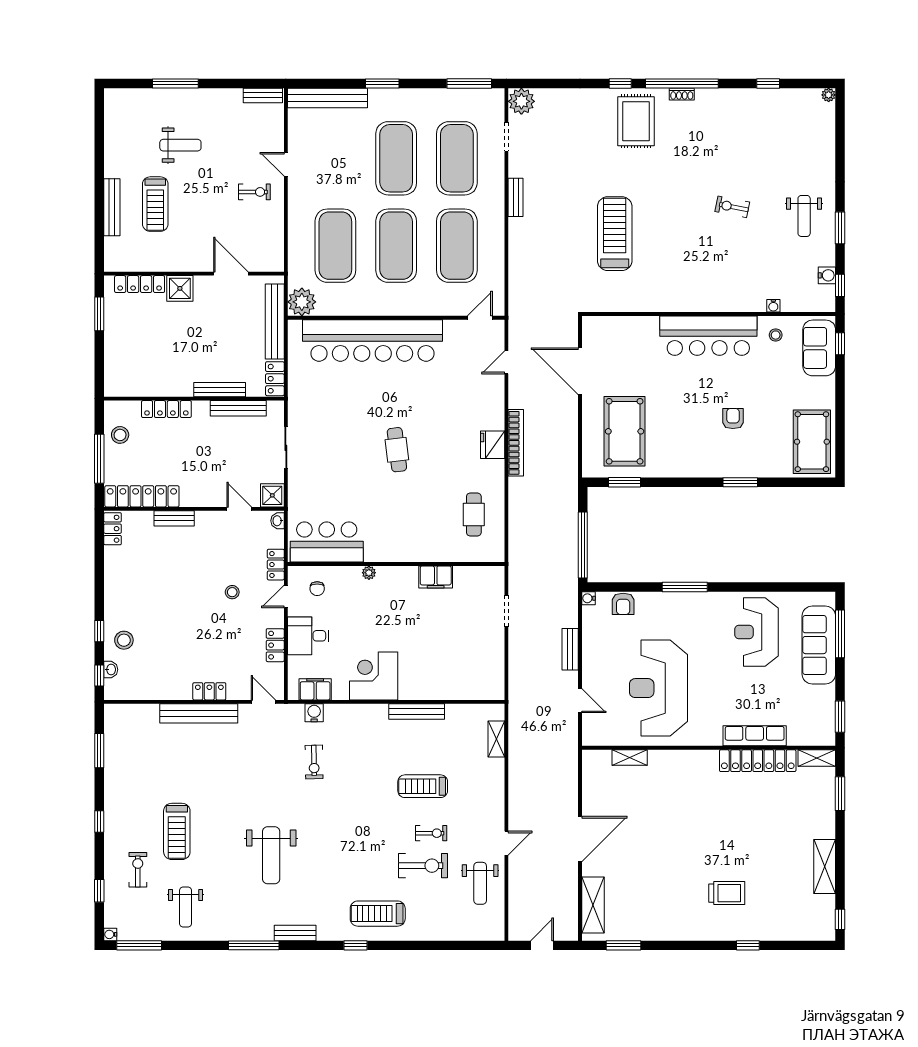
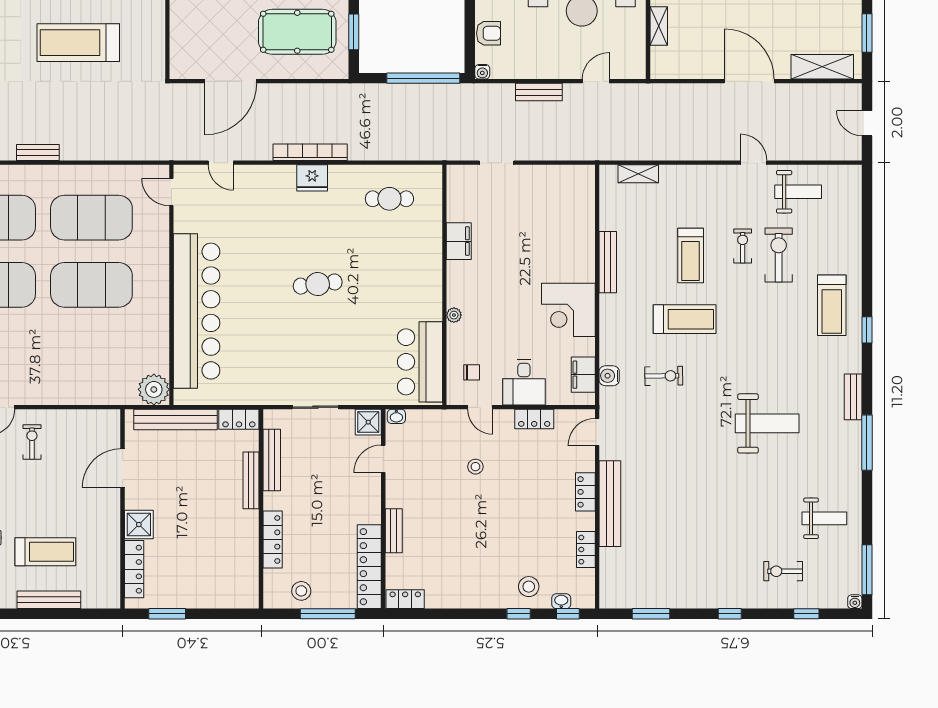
exercise mat: (335, 246) -> (91, 352), removed
locker: (276, 565) -> (586, 550), moved, turned 90
treadmill: (177, 831) -> (685, 319), moved

